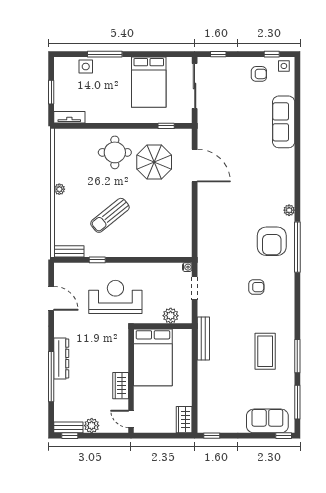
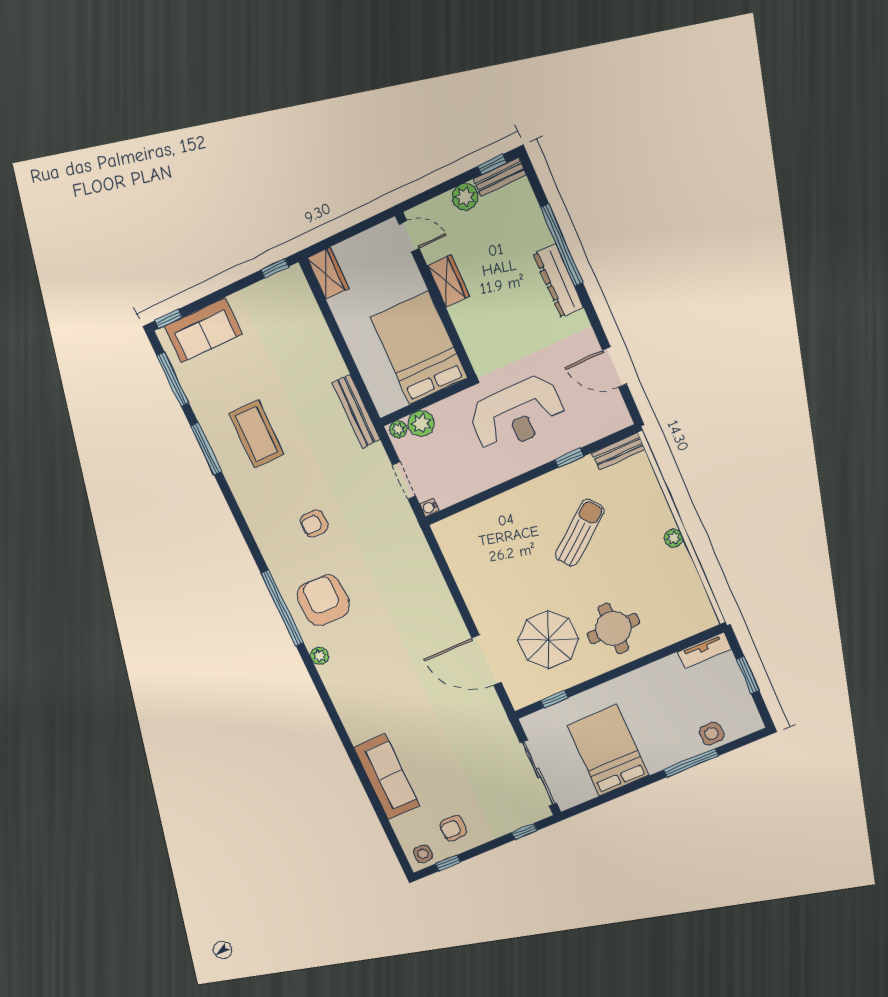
plant: (185, 318) -> (398, 429), added

